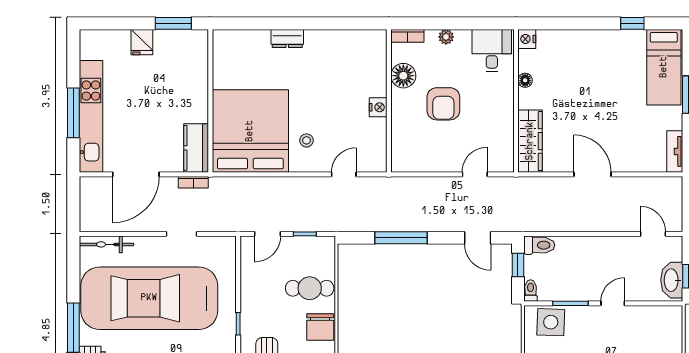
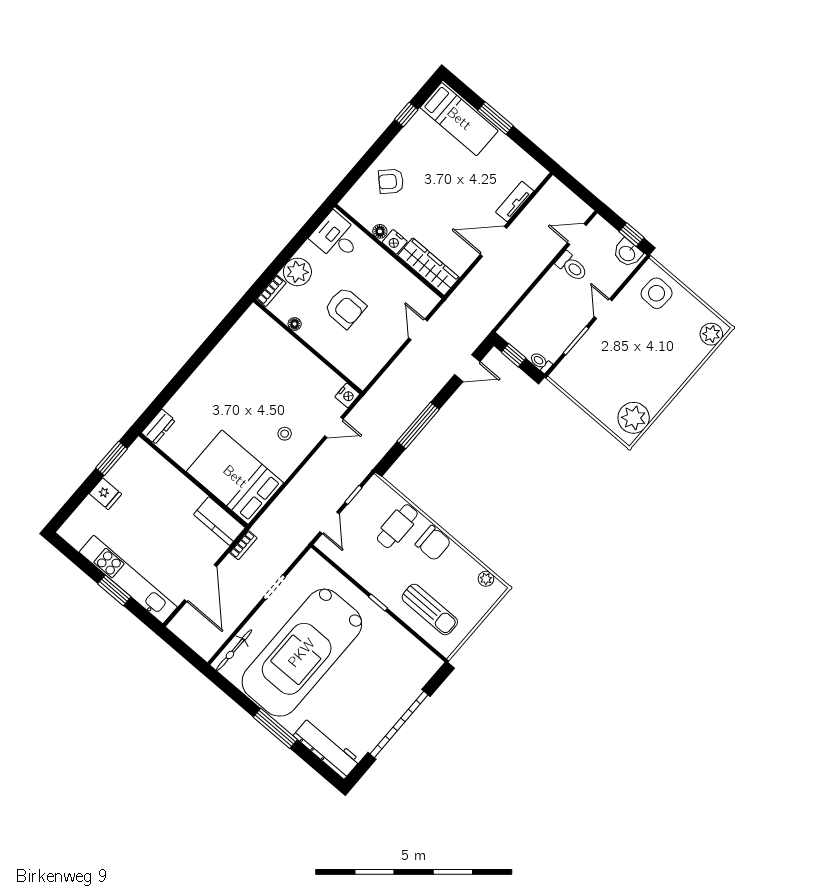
plant: (446, 37) -> (297, 272), width x1.88, depth x1.88
dresser: (287, 38) -> (158, 427), moved
nightstand: (527, 39) -> (395, 242), moved
armchair: (571, 56) -> (391, 181), added
floor lamp: (403, 76) -> (295, 324), width x0.53, depth x0.53
nightstand: (378, 107) -> (347, 395), moved, turned 90
window: (73, 113) -> (114, 590), width x0.69
bed: (250, 131) -> (235, 477), width x0.73
tv unit: (675, 151) -> (515, 201), moved, turned 90
door: (344, 174) -> (334, 427), swing flipped
toilet: (539, 245) -> (572, 267), moved, turned 90
washbasin: (672, 280) -> (627, 253), width x0.72
side table: (551, 322) -> (657, 293), moved

